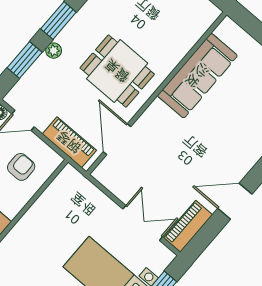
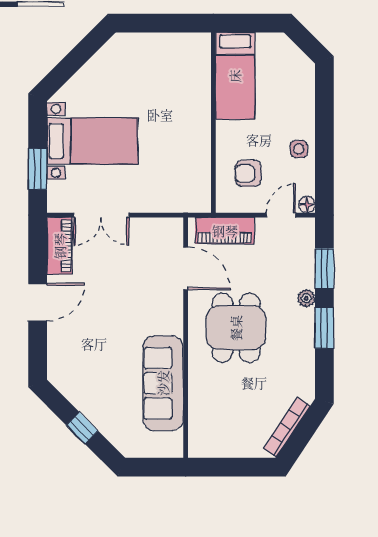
dining table: (117, 71) -> (236, 328), turned 90
armchair: (21, 167) -> (248, 173), turned 90

